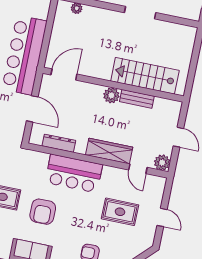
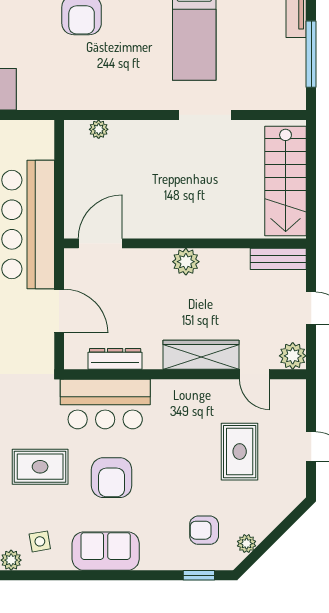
stairs: (145, 76) -> (286, 181), moved, turned -90
bench: (137, 99) -> (278, 259), moved
bar counter: (74, 174) -> (105, 404), moved
rug: (120, 212) -> (240, 452), turned 90

